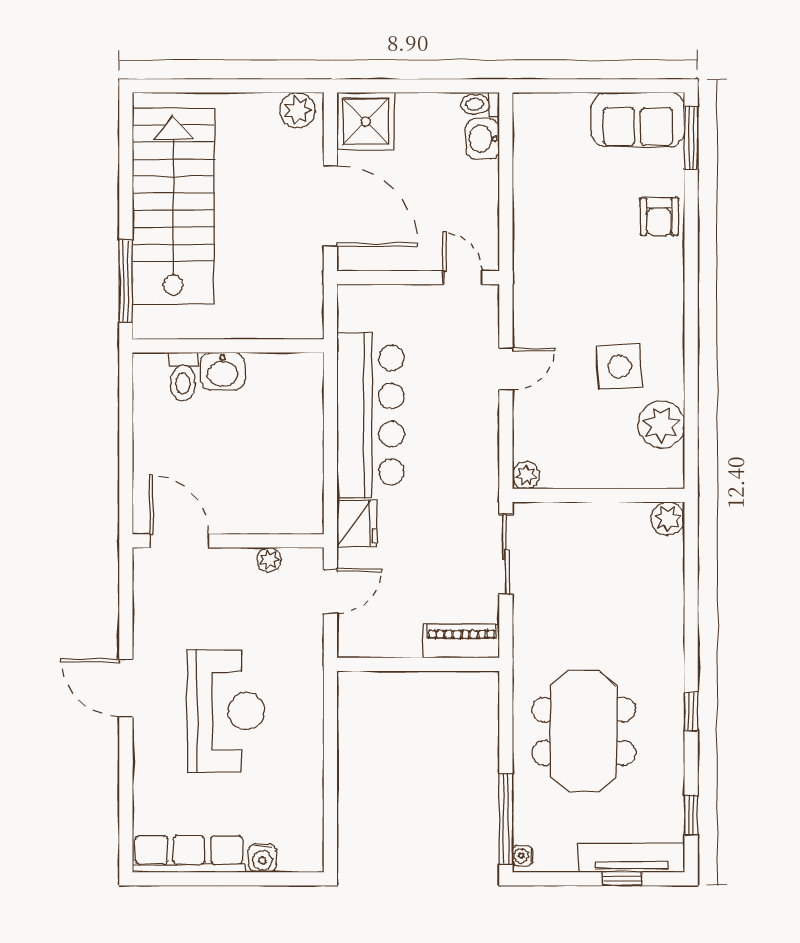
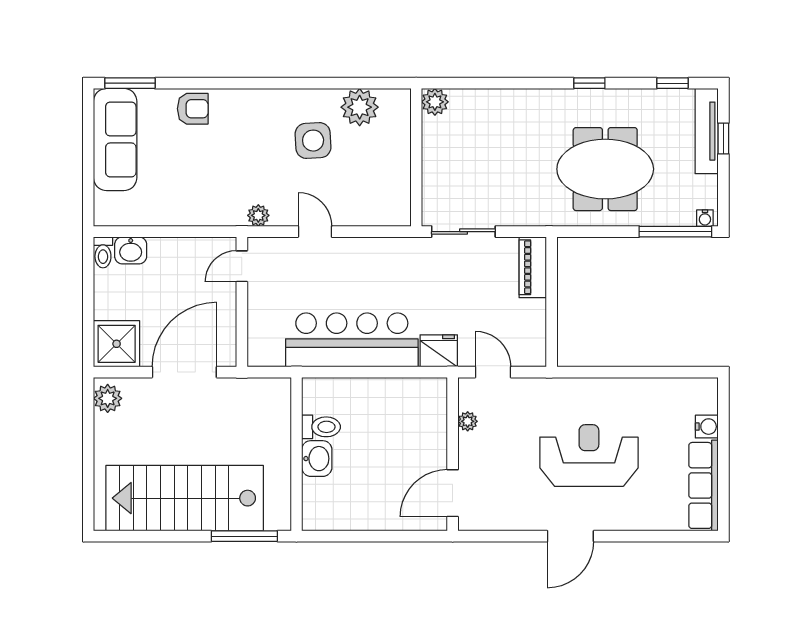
sofa: (638, 120) -> (115, 139), width x1.36
toilet: (183, 377) -> (321, 427), moved
plant: (526, 475) -> (258, 215), moved

